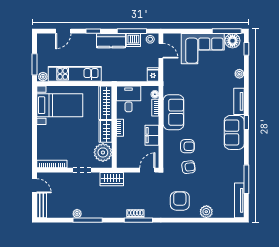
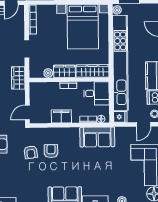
kitchen unit: (75, 74) -> (120, 63), width x1.86
bed with nightstands: (60, 105) -> (83, 27), width x1.36
sofa: (173, 112) -> (97, 137), moved
armchair: (187, 146) -> (51, 151), turned 180
plant: (103, 152) -> (48, 73), width x0.53, depth x0.53
door: (147, 170) -> (27, 112), swing flipped

